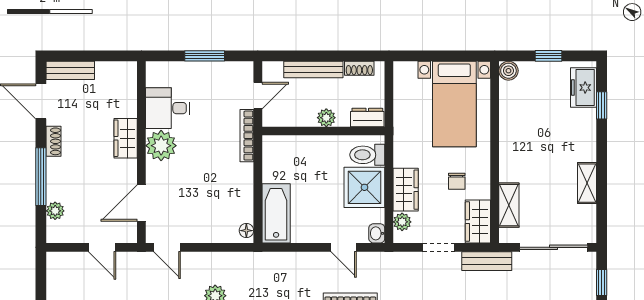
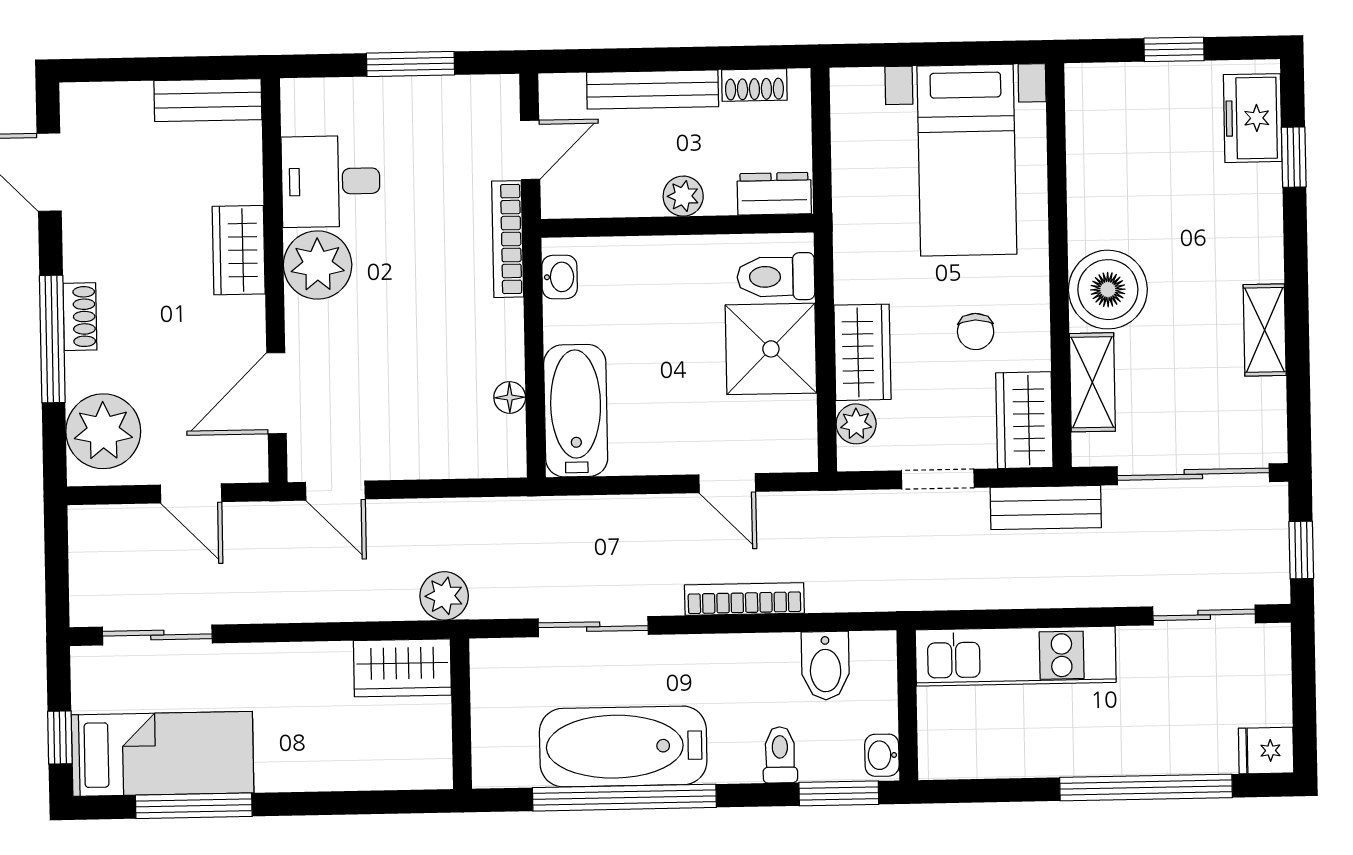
bench: (70, 70) -> (208, 100), moved
boiler: (508, 71) -> (1108, 290), moved, width x1.86, depth x1.86
shoe rack: (54, 141) -> (80, 317), moved
plant: (55, 211) -> (103, 431), width x1.88, depth x1.88
floor lamp: (246, 231) -> (510, 397), moved
washbasin: (377, 233) -> (560, 277), moved, turned 180

